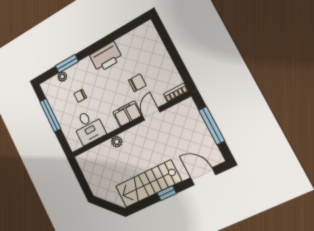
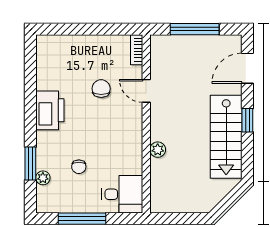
filing cabinet: (127, 114) -> (131, 119), removed
desk: (89, 127) -> (122, 194), moved

